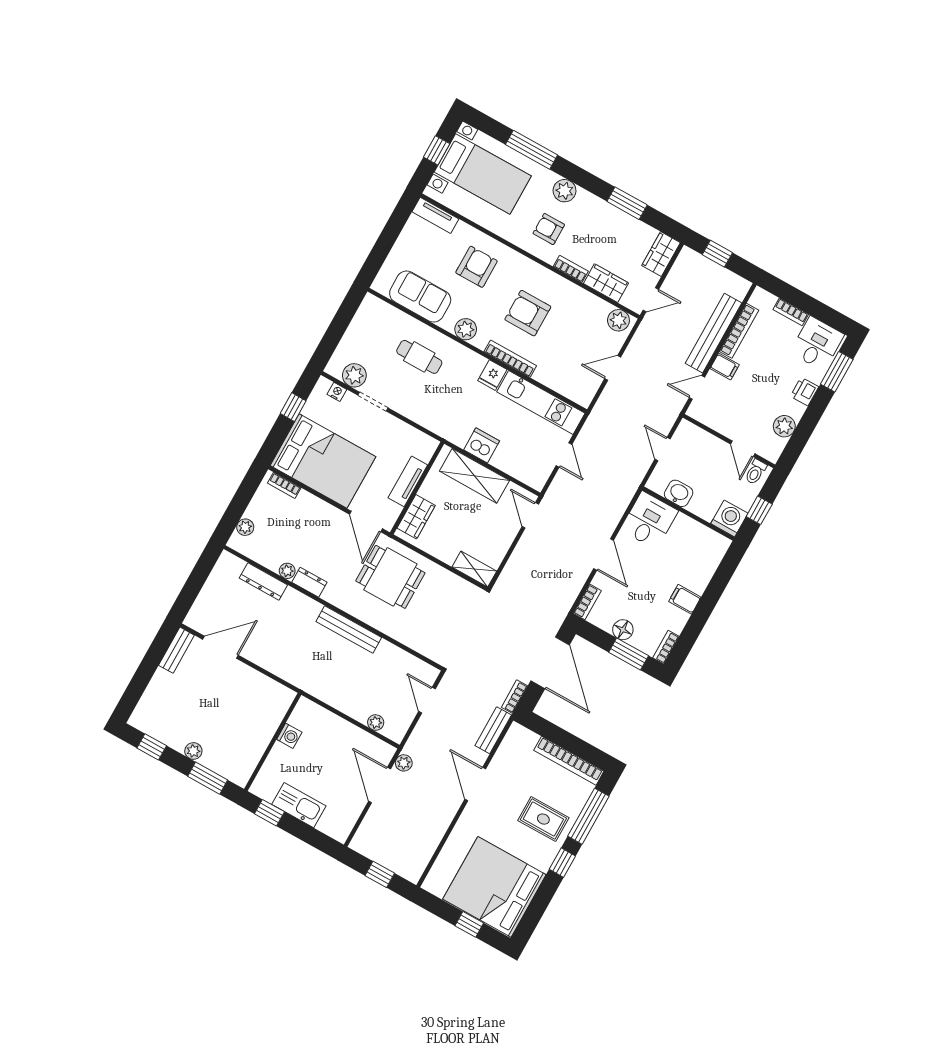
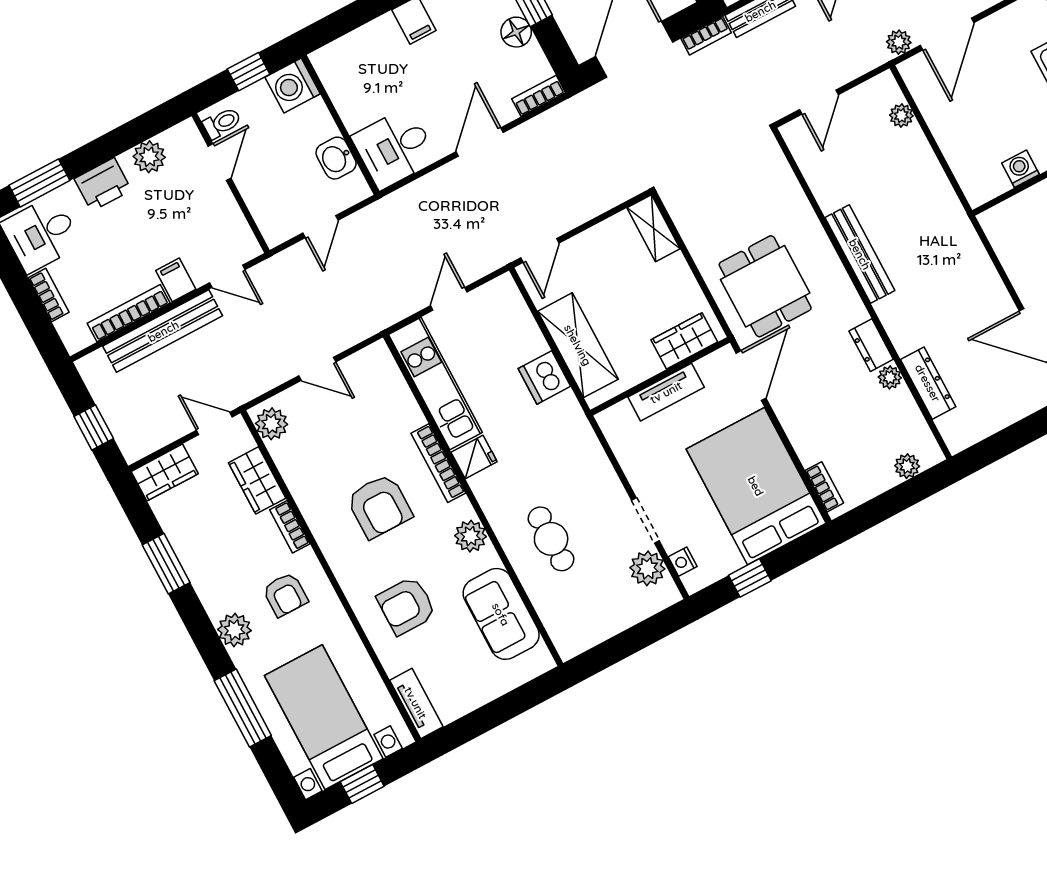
printer: (804, 392) -> (103, 184), width x1.36, depth x1.24

